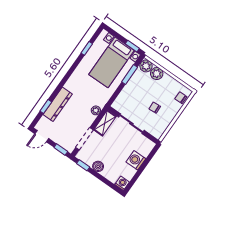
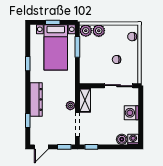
window: (132, 46) -> (53, 22), moved
window: (87, 48) -> (28, 64), moved
dresser: (58, 104) -> (36, 99), moved
plant: (96, 110) -> (70, 106), moved
sliding door: (131, 124) -> (119, 86), moved
boiler: (98, 166) -> (122, 139), moved

